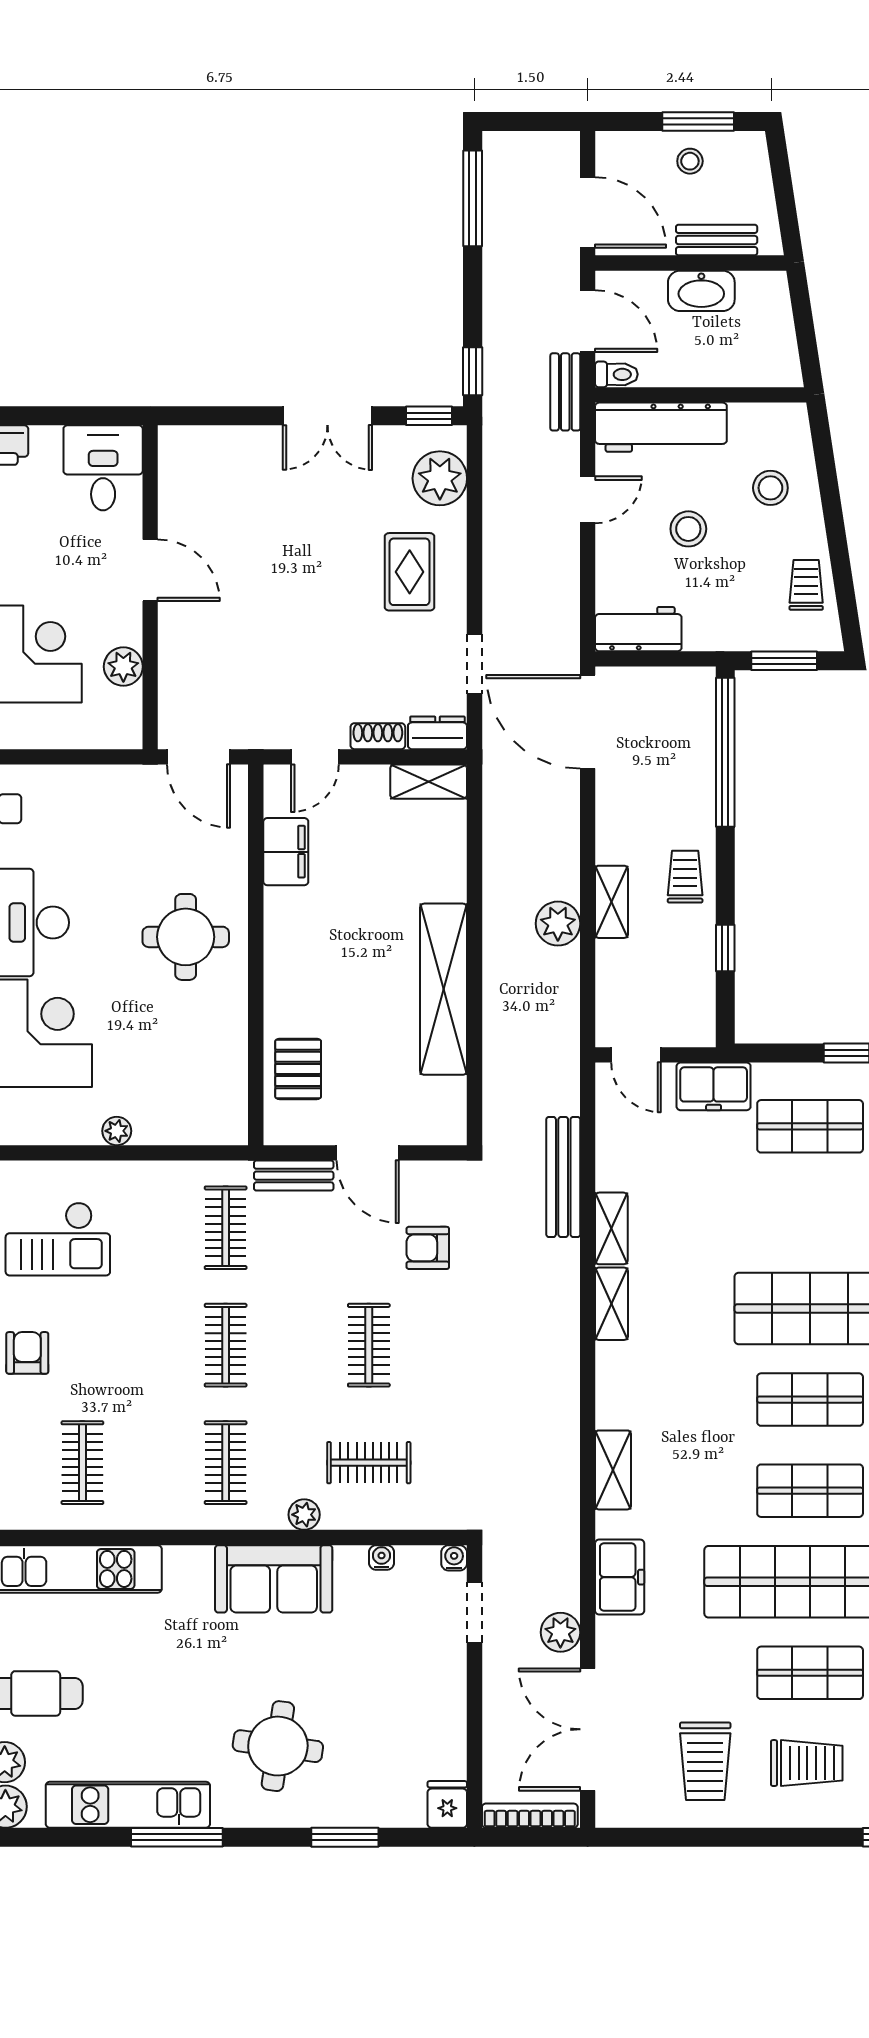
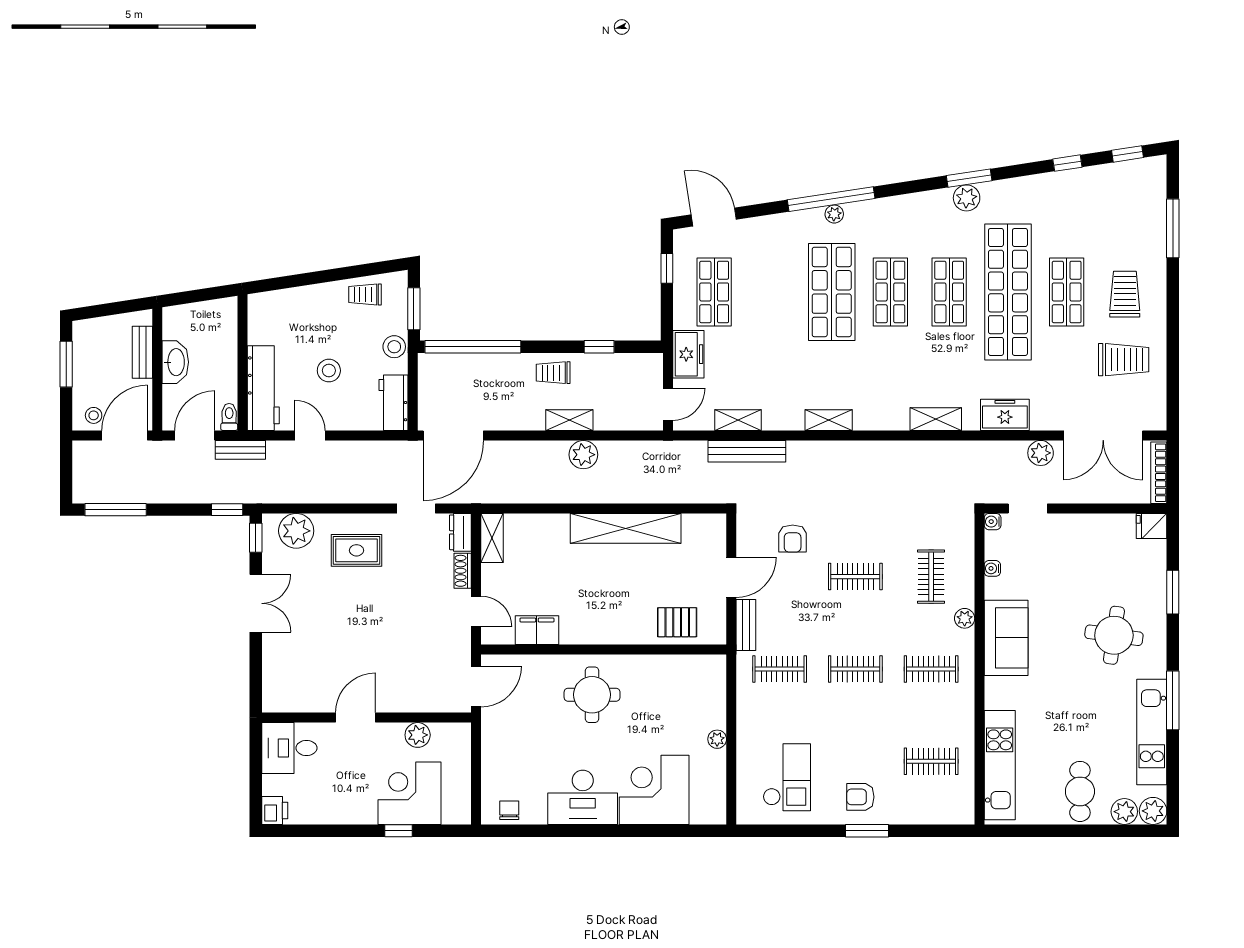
stool: (690, 161) -> (94, 415), moved
stool: (770, 488) -> (394, 347), moved
shelving: (611, 1228) -> (738, 420), moved

